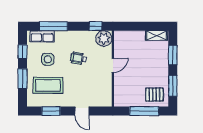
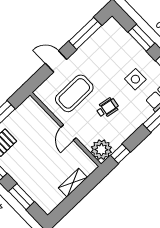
shelving: (156, 35) -> (73, 183), moved
coffee table: (48, 85) -> (74, 93), moved
window: (51, 111) -> (85, 33), width x1.44

